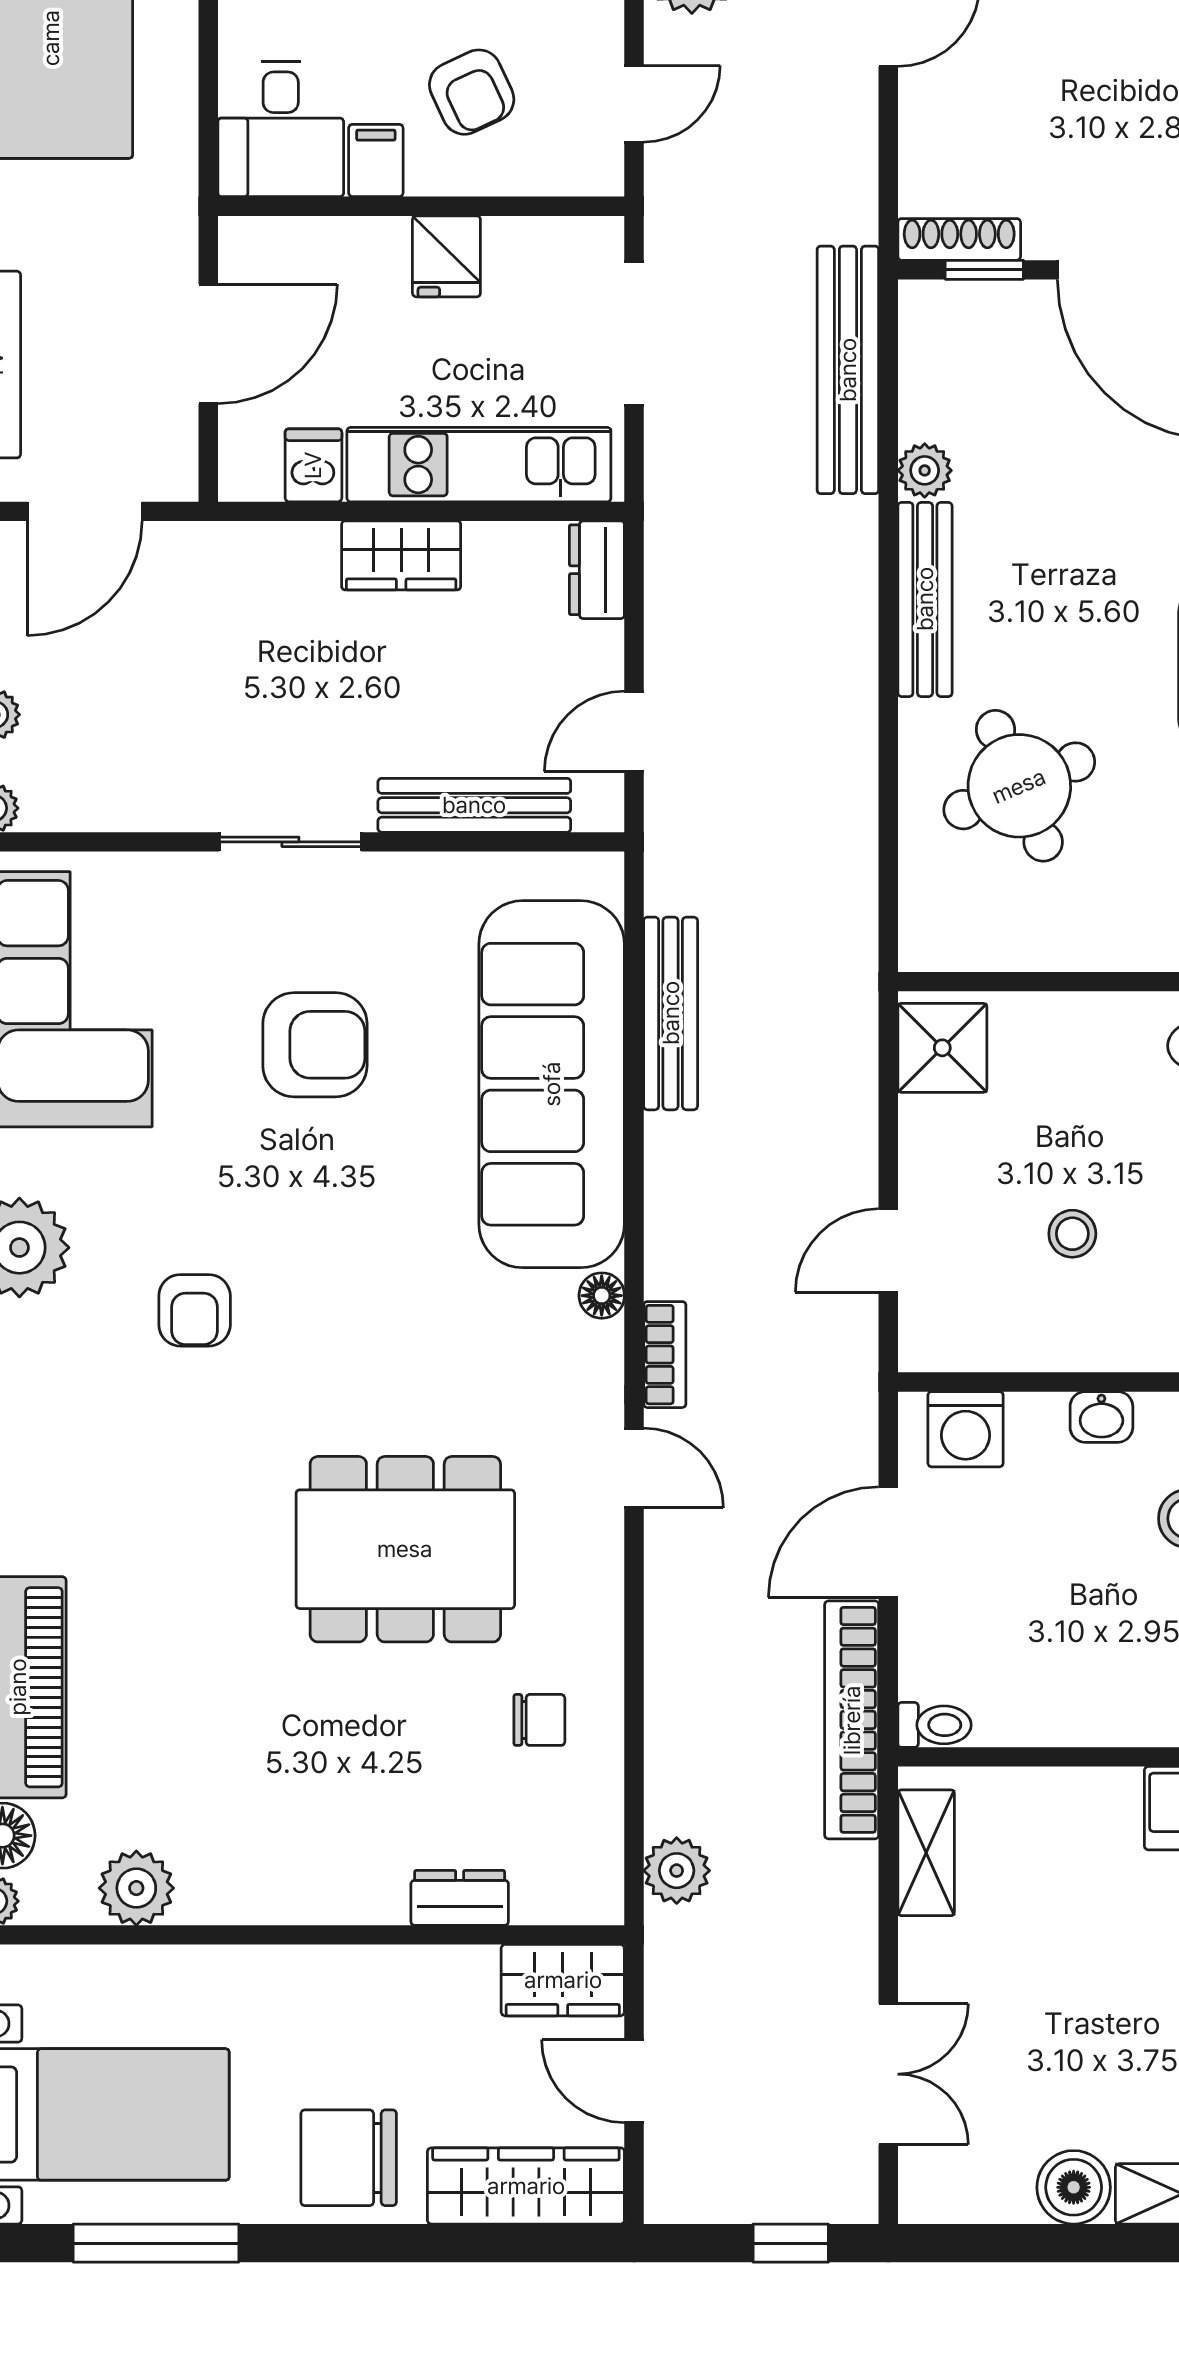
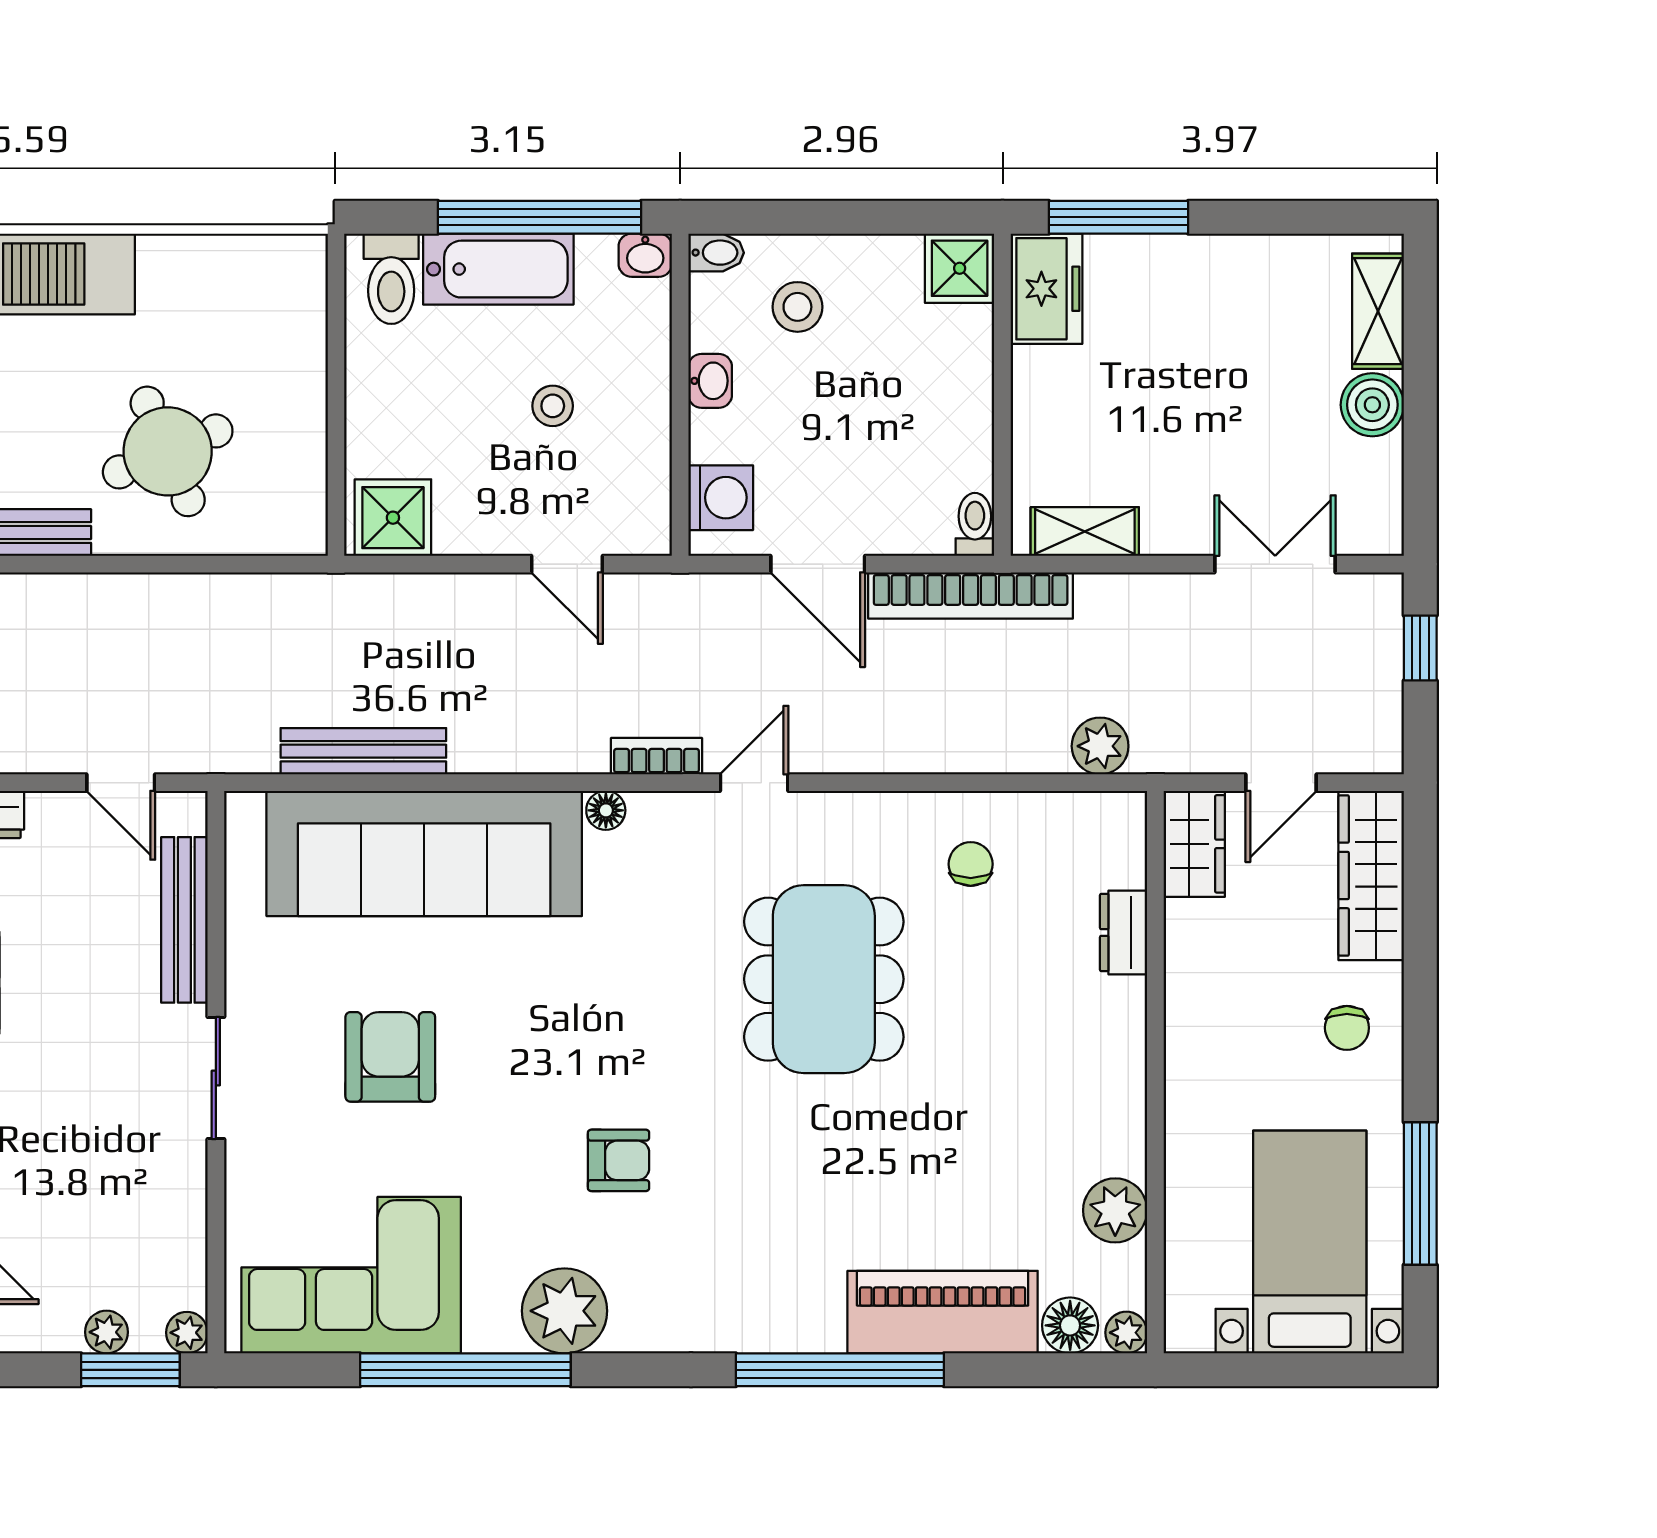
chair: (349, 2158) -> (1347, 1028), width x0.54, depth x0.54

